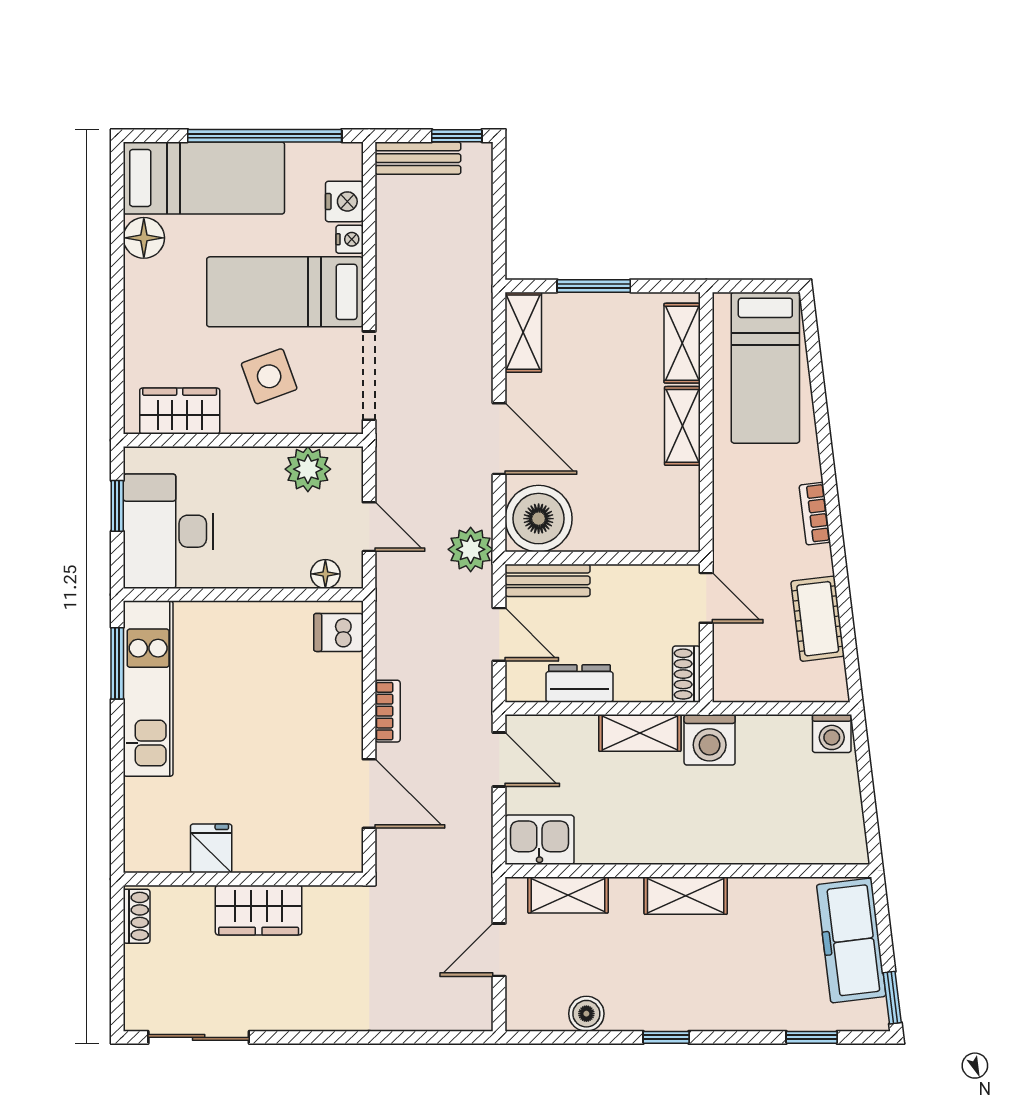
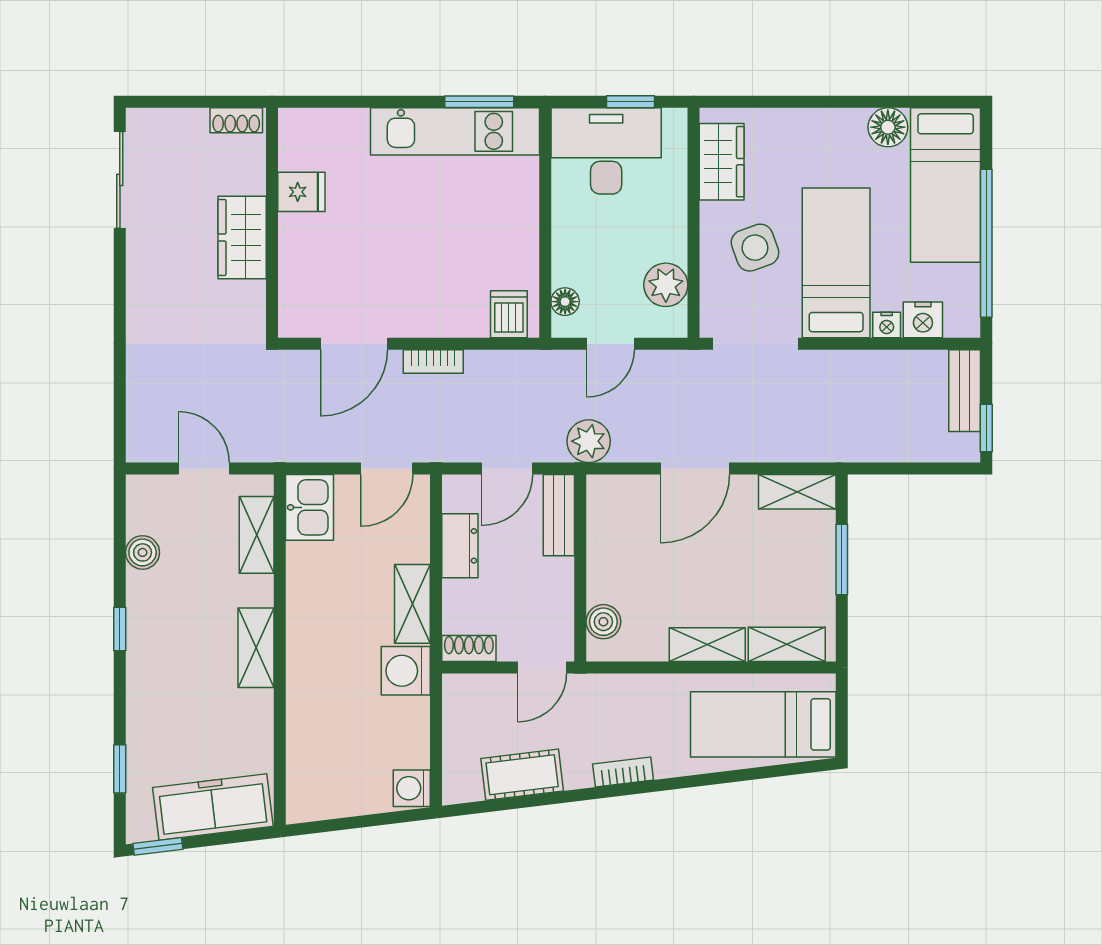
boiler: (539, 519) -> (603, 622), moved, width x0.54, depth x0.54

